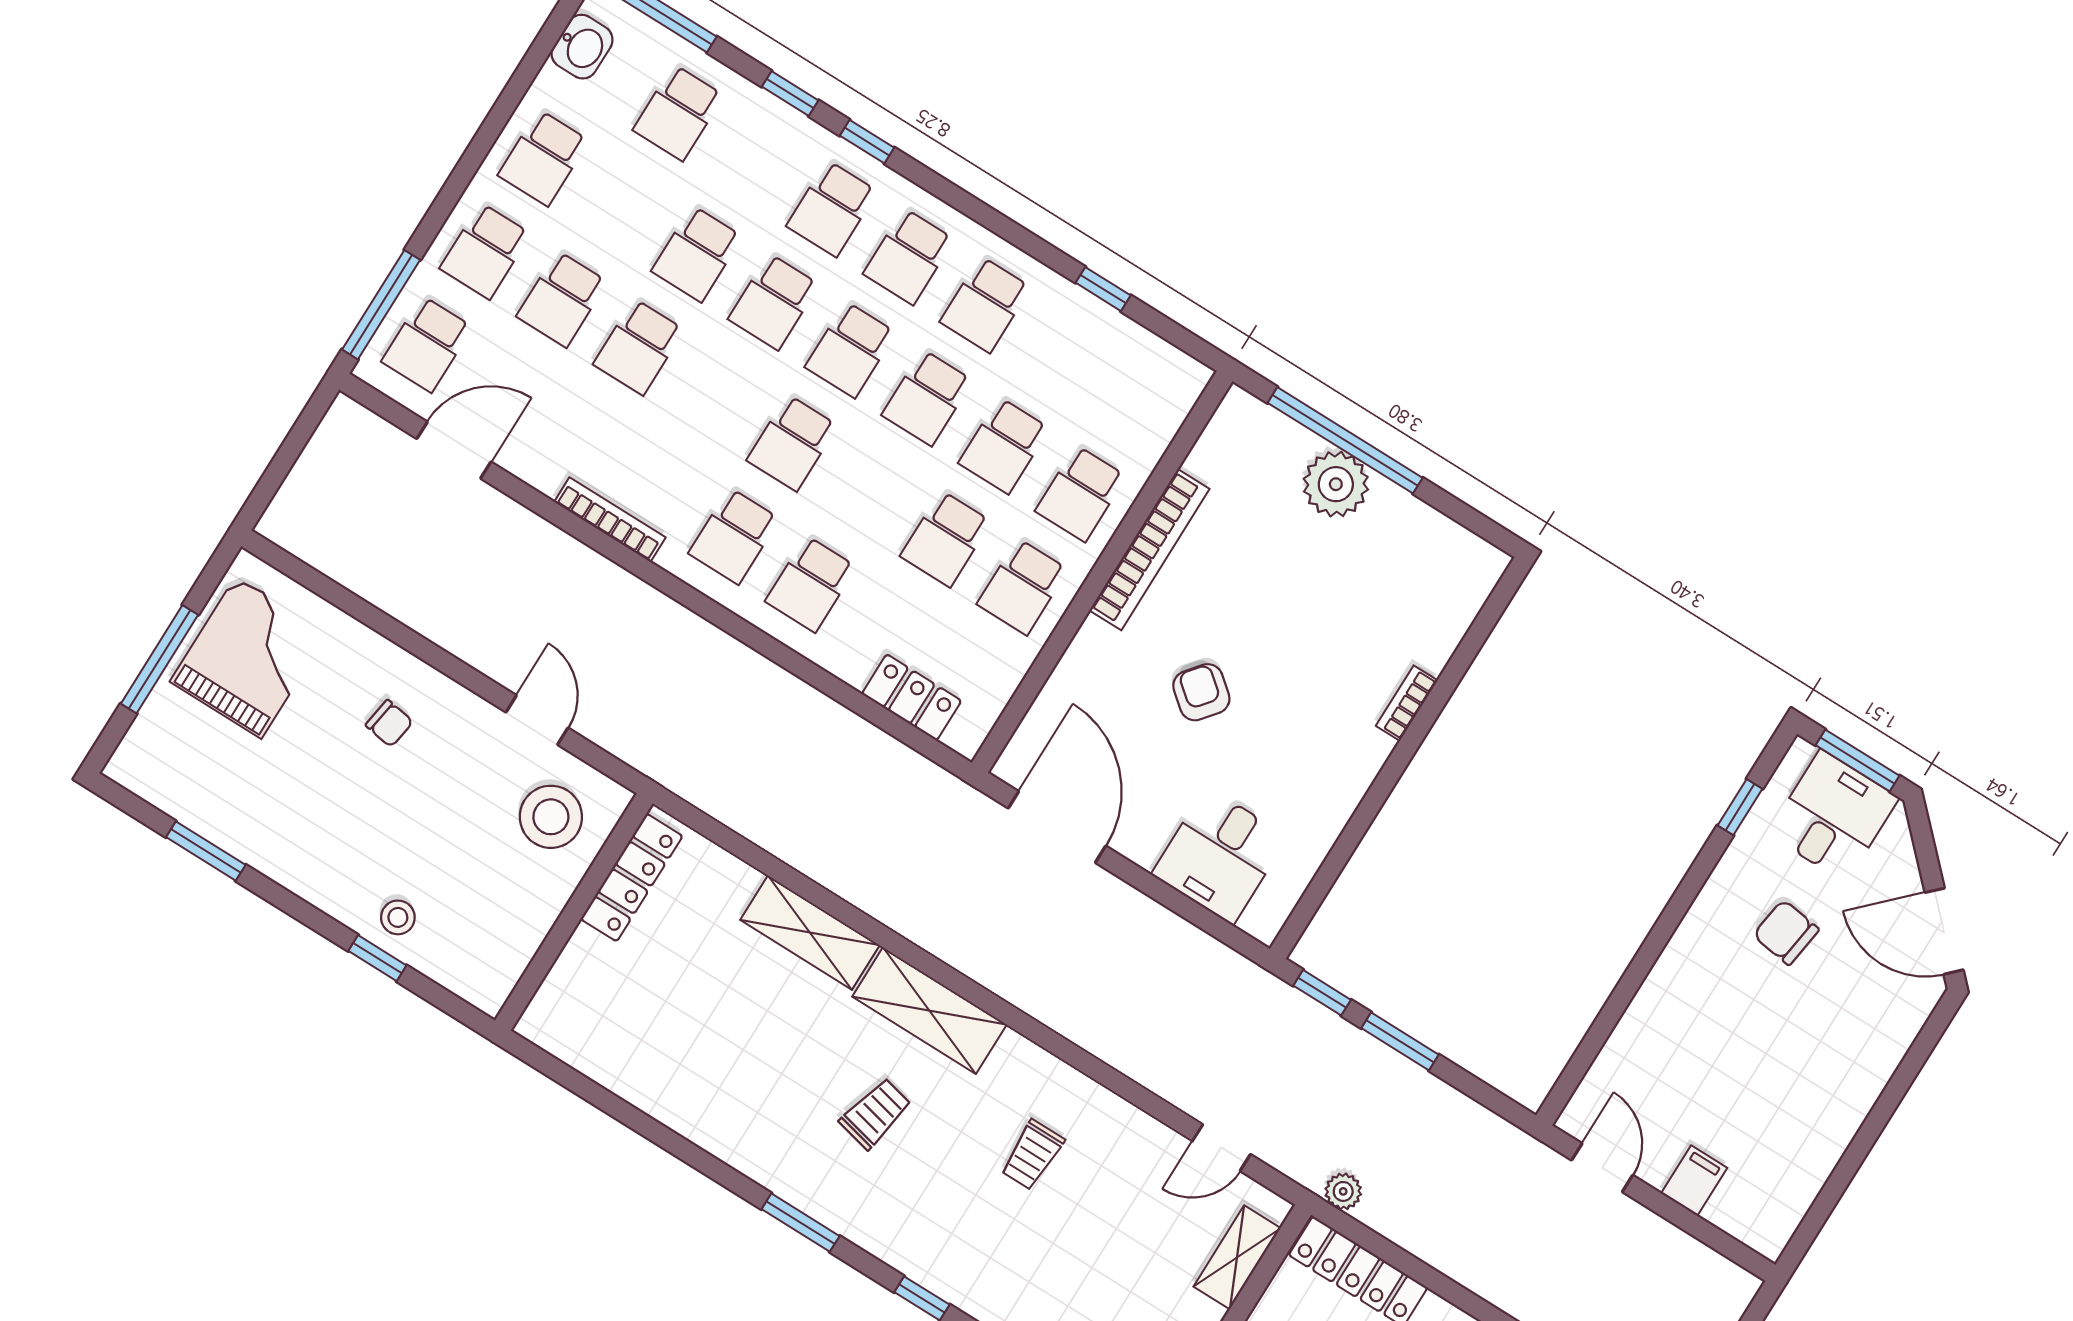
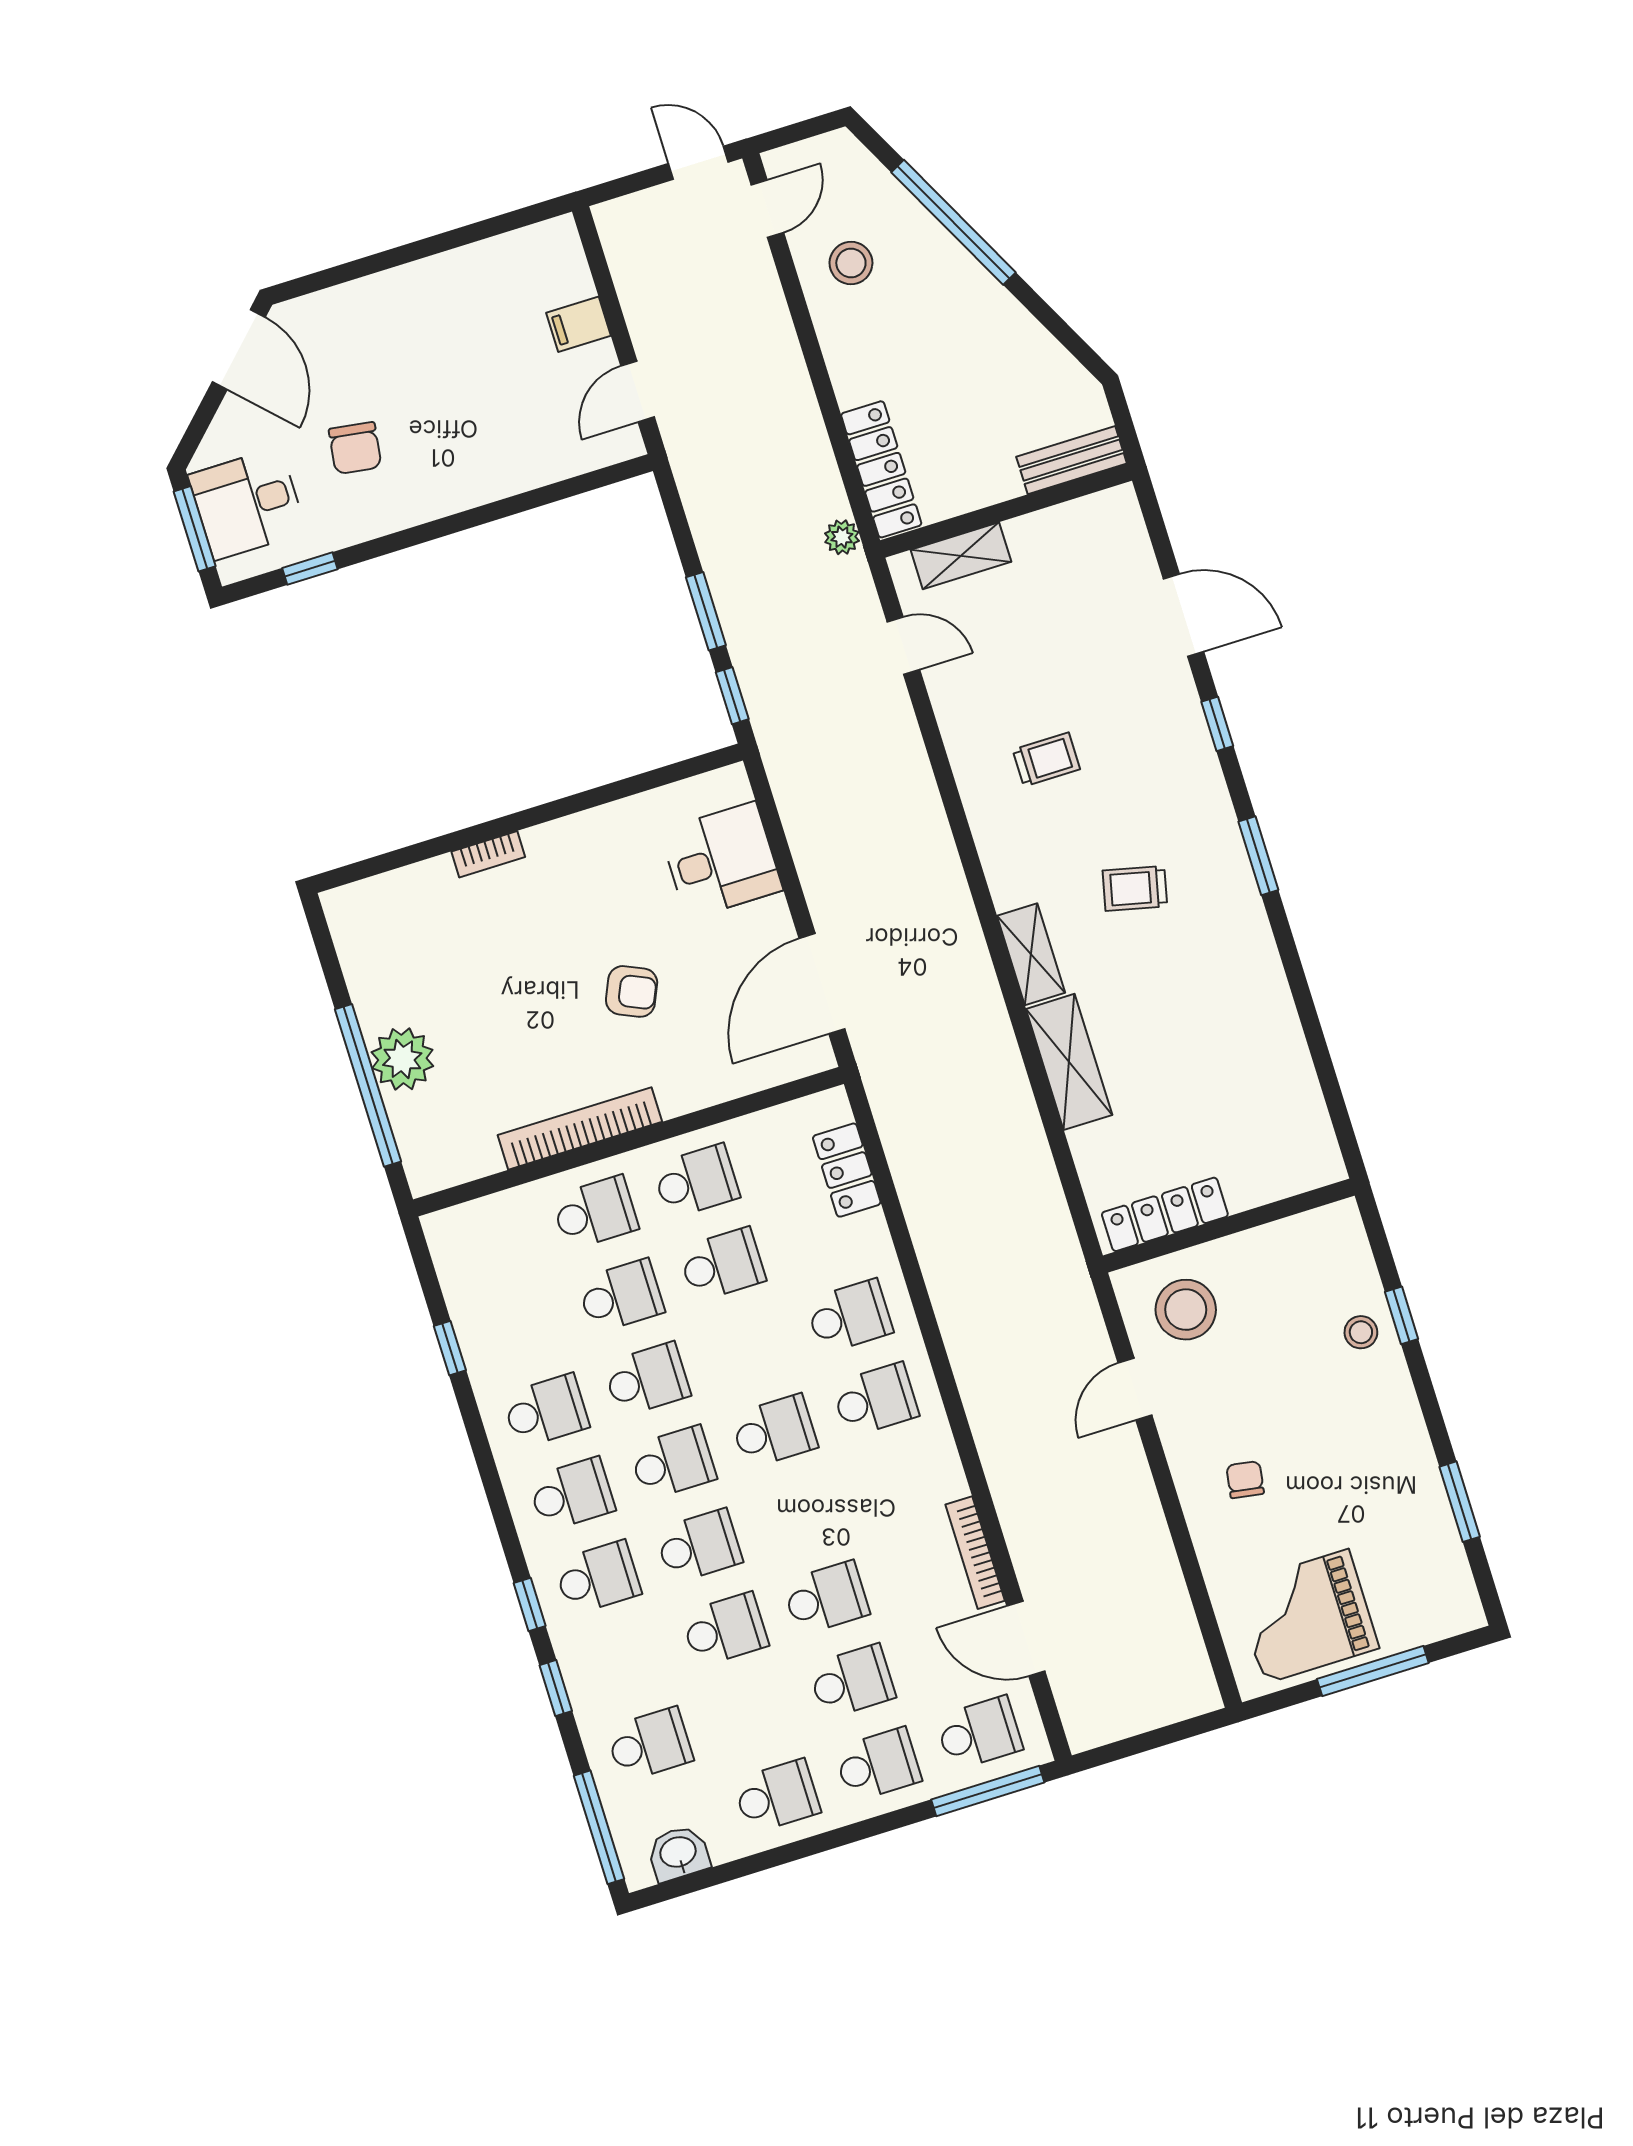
bookcase: (610, 520) -> (975, 1553), moved
armchair: (1201, 692) -> (632, 991), turned -105
shelving: (929, 1011) -> (1031, 954), width x0.67, depth x0.75

